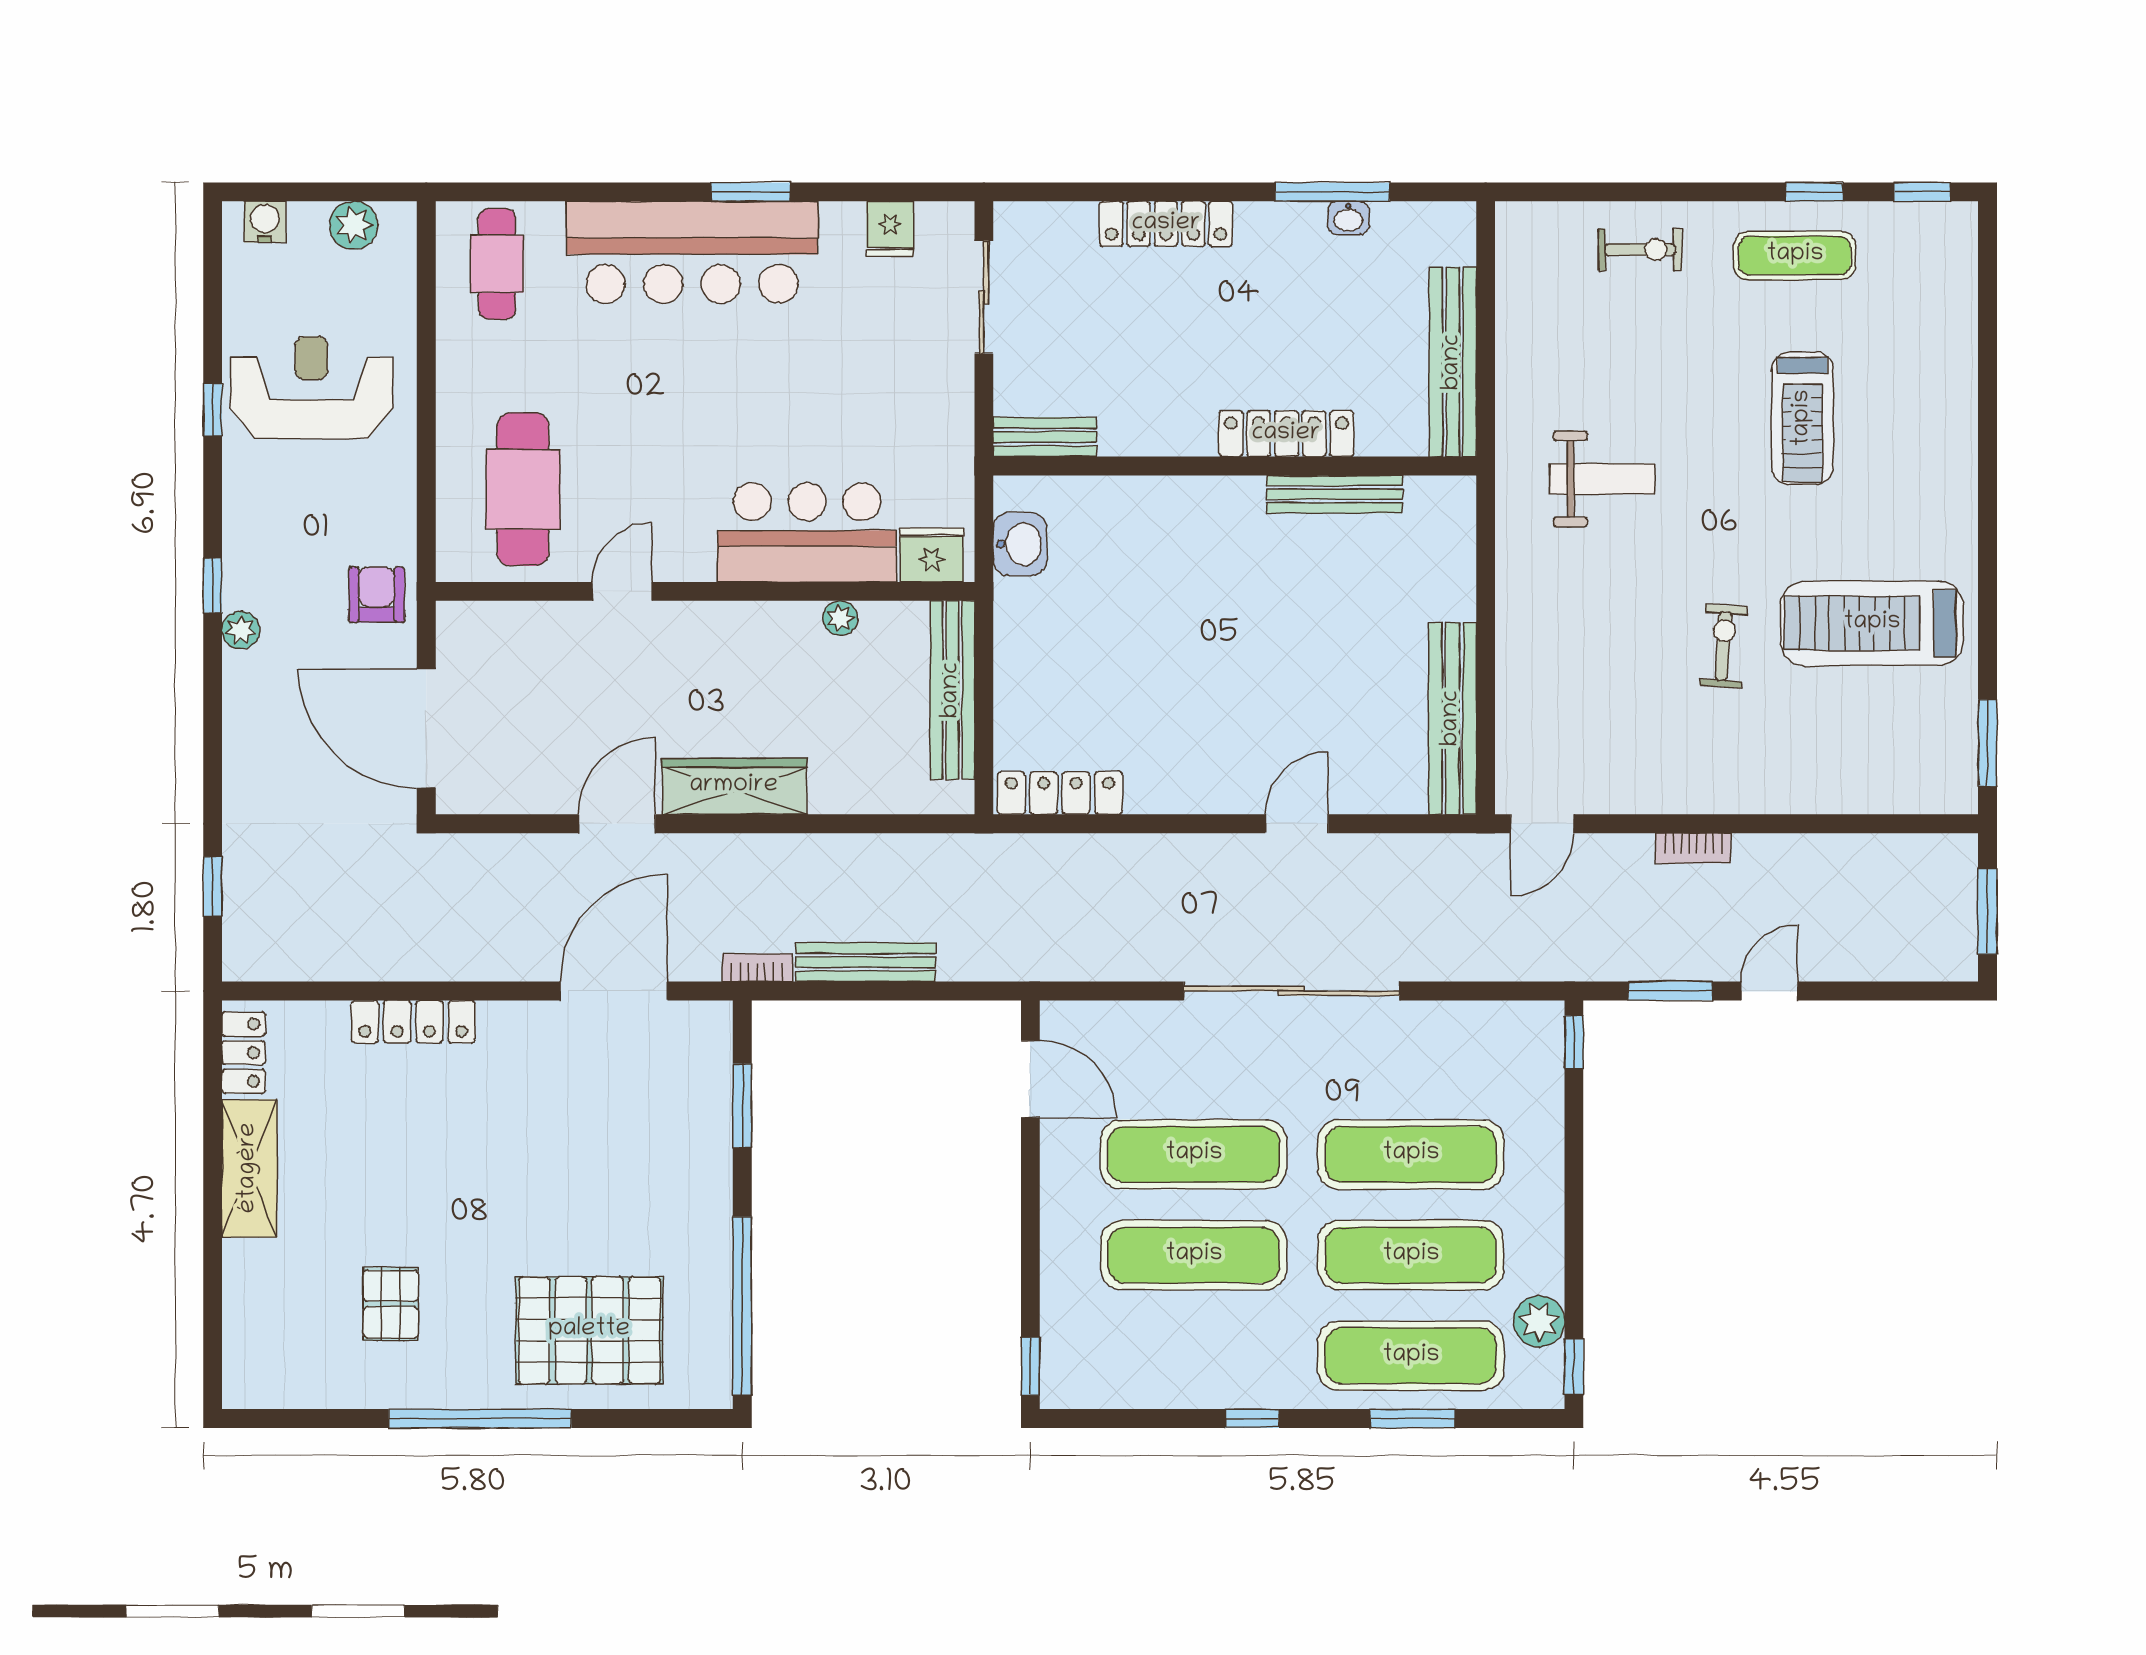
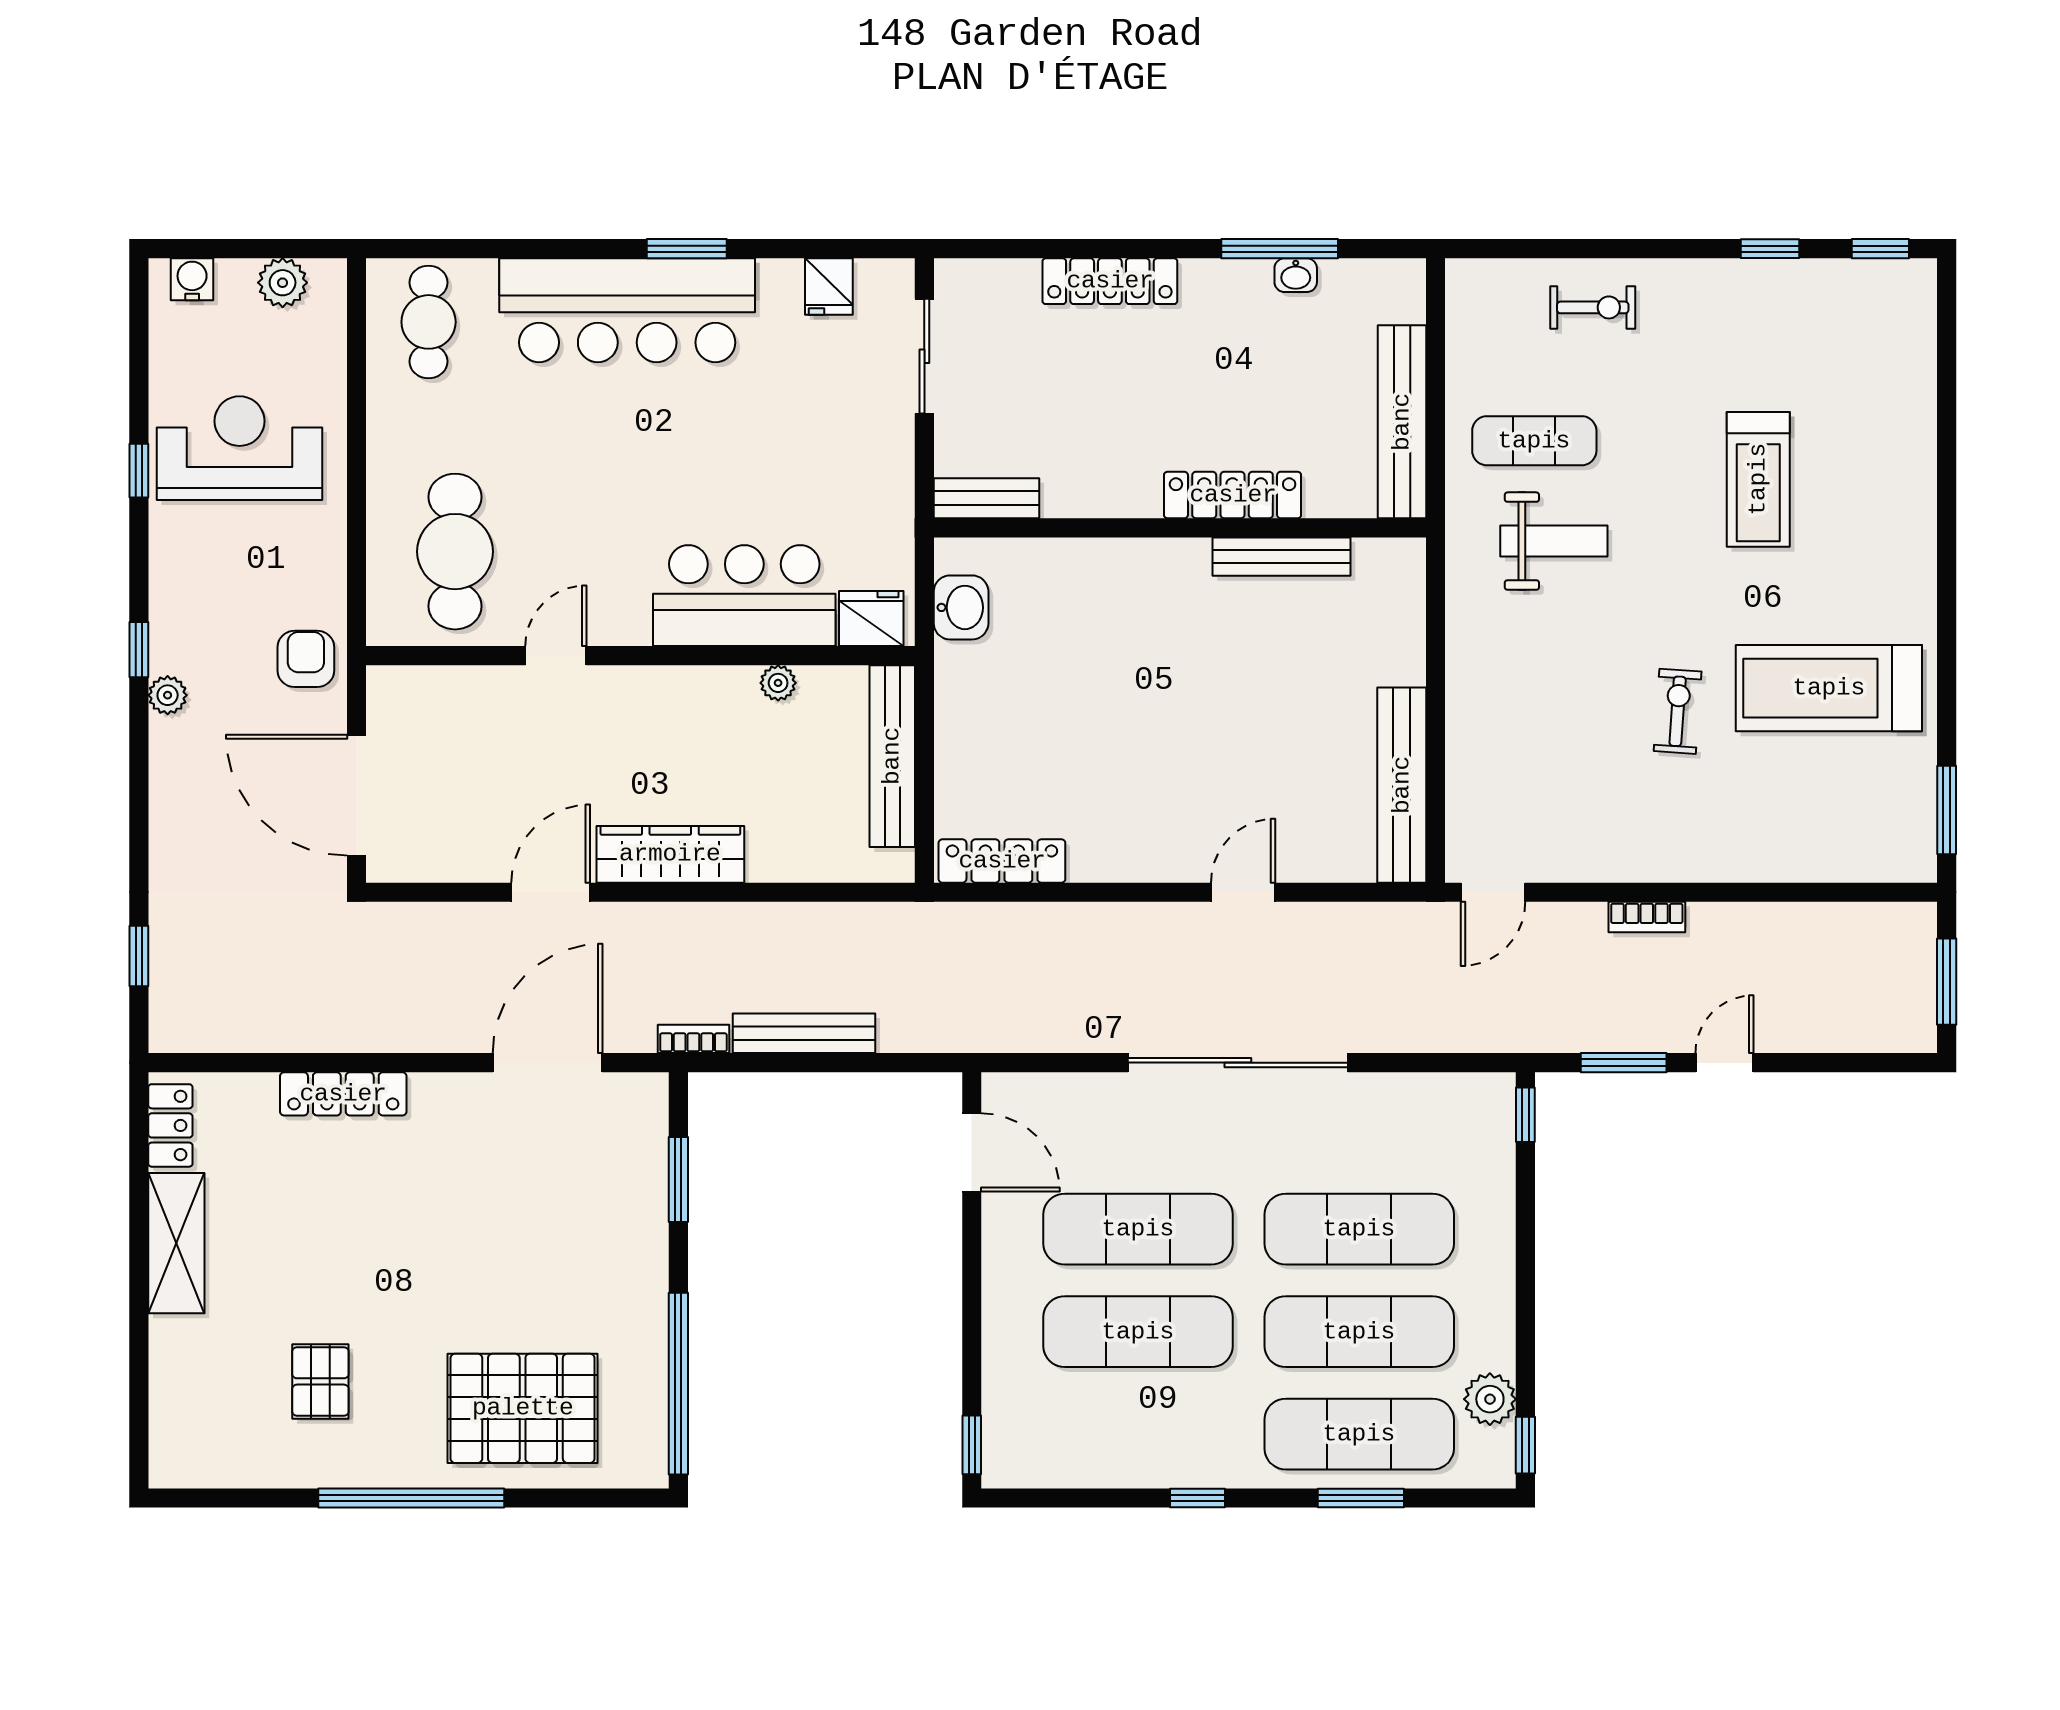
exercise mat: (1795, 255) -> (1534, 441), moved

